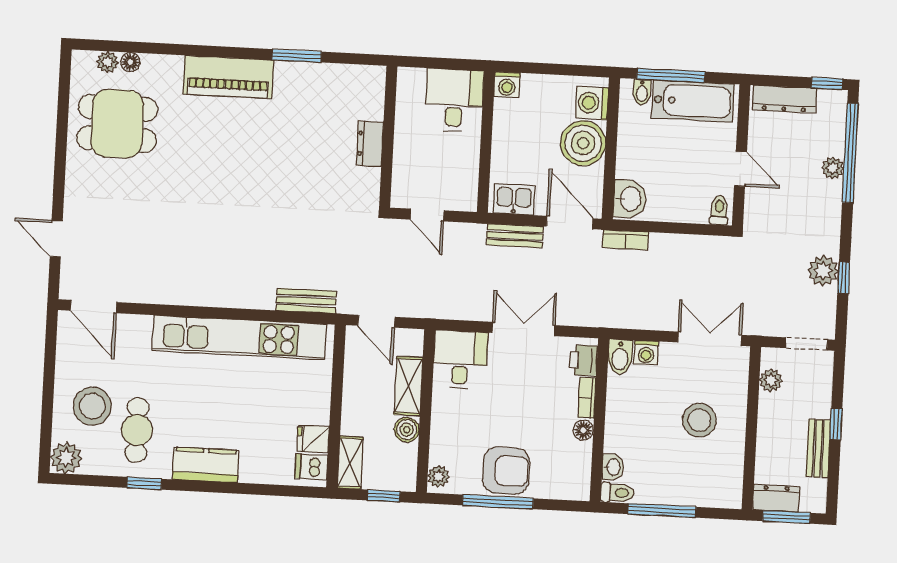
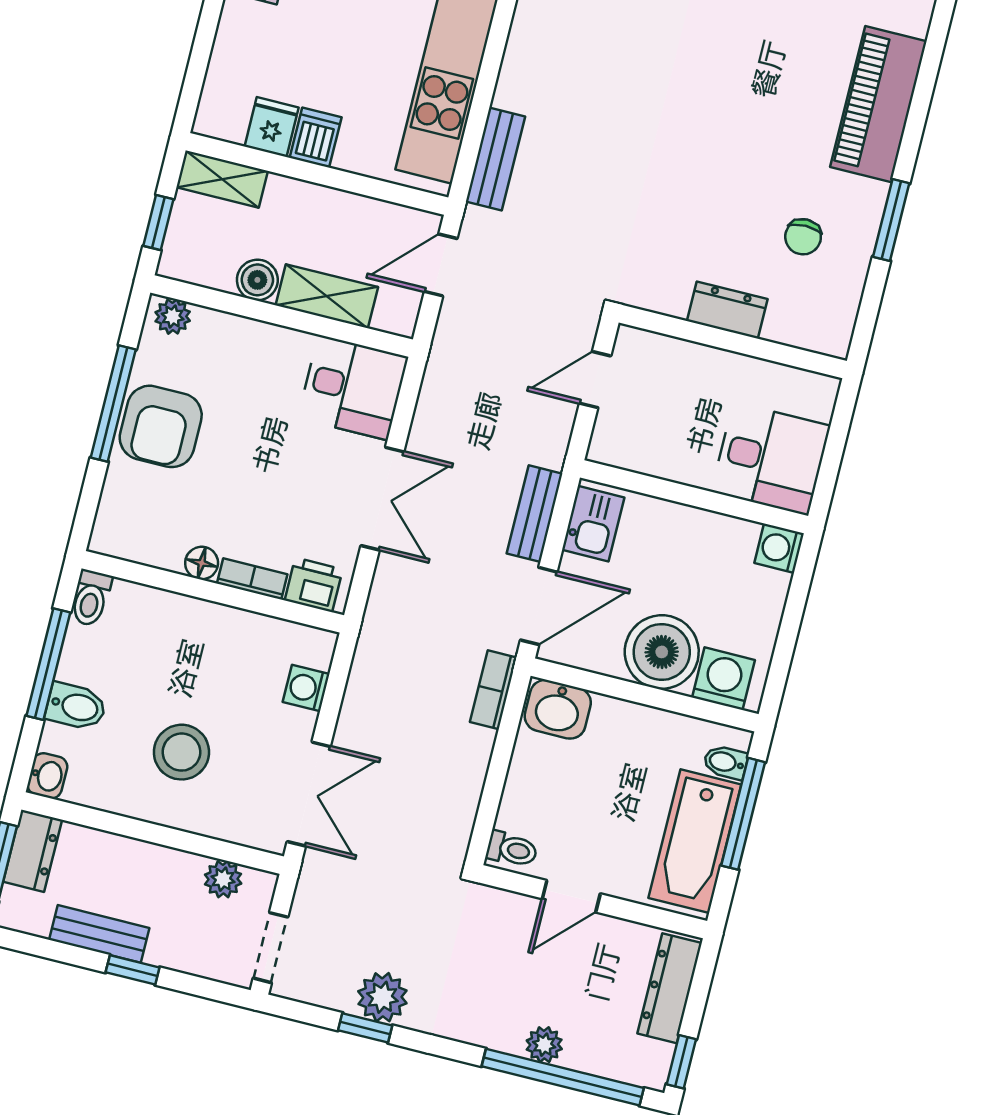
chair: (317, 107) -> (803, 237), added
bidet: (620, 357) -> (76, 706), moved, turned 180
dishwasher: (311, 467) -> (316, 138), moved
washbasin: (613, 467) -> (47, 776), moved, turned -90

